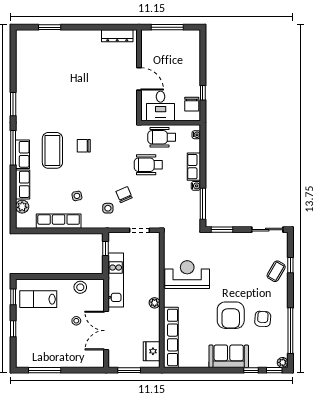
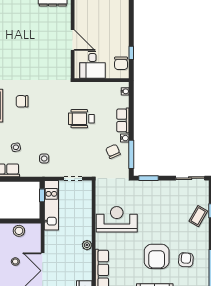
wheelchair: (162, 137) -> (93, 94), removed
chair: (124, 195) -> (113, 151), moved
kitchen unit: (116, 280) -> (51, 205), moved

